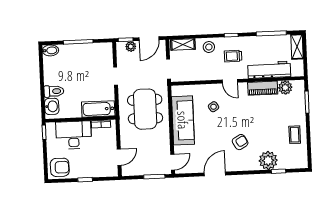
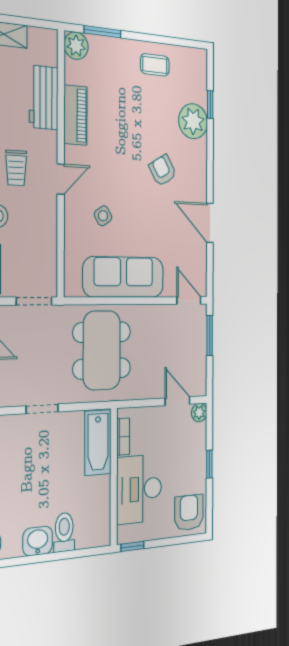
workbench: (269, 70) -> (44, 97), width x0.73
plant: (285, 88) -> (76, 46), moved
washbasin: (52, 106) -> (38, 541), moved
dining table: (145, 109) -> (102, 350), turned 90
plant: (113, 172) -> (199, 413), added

